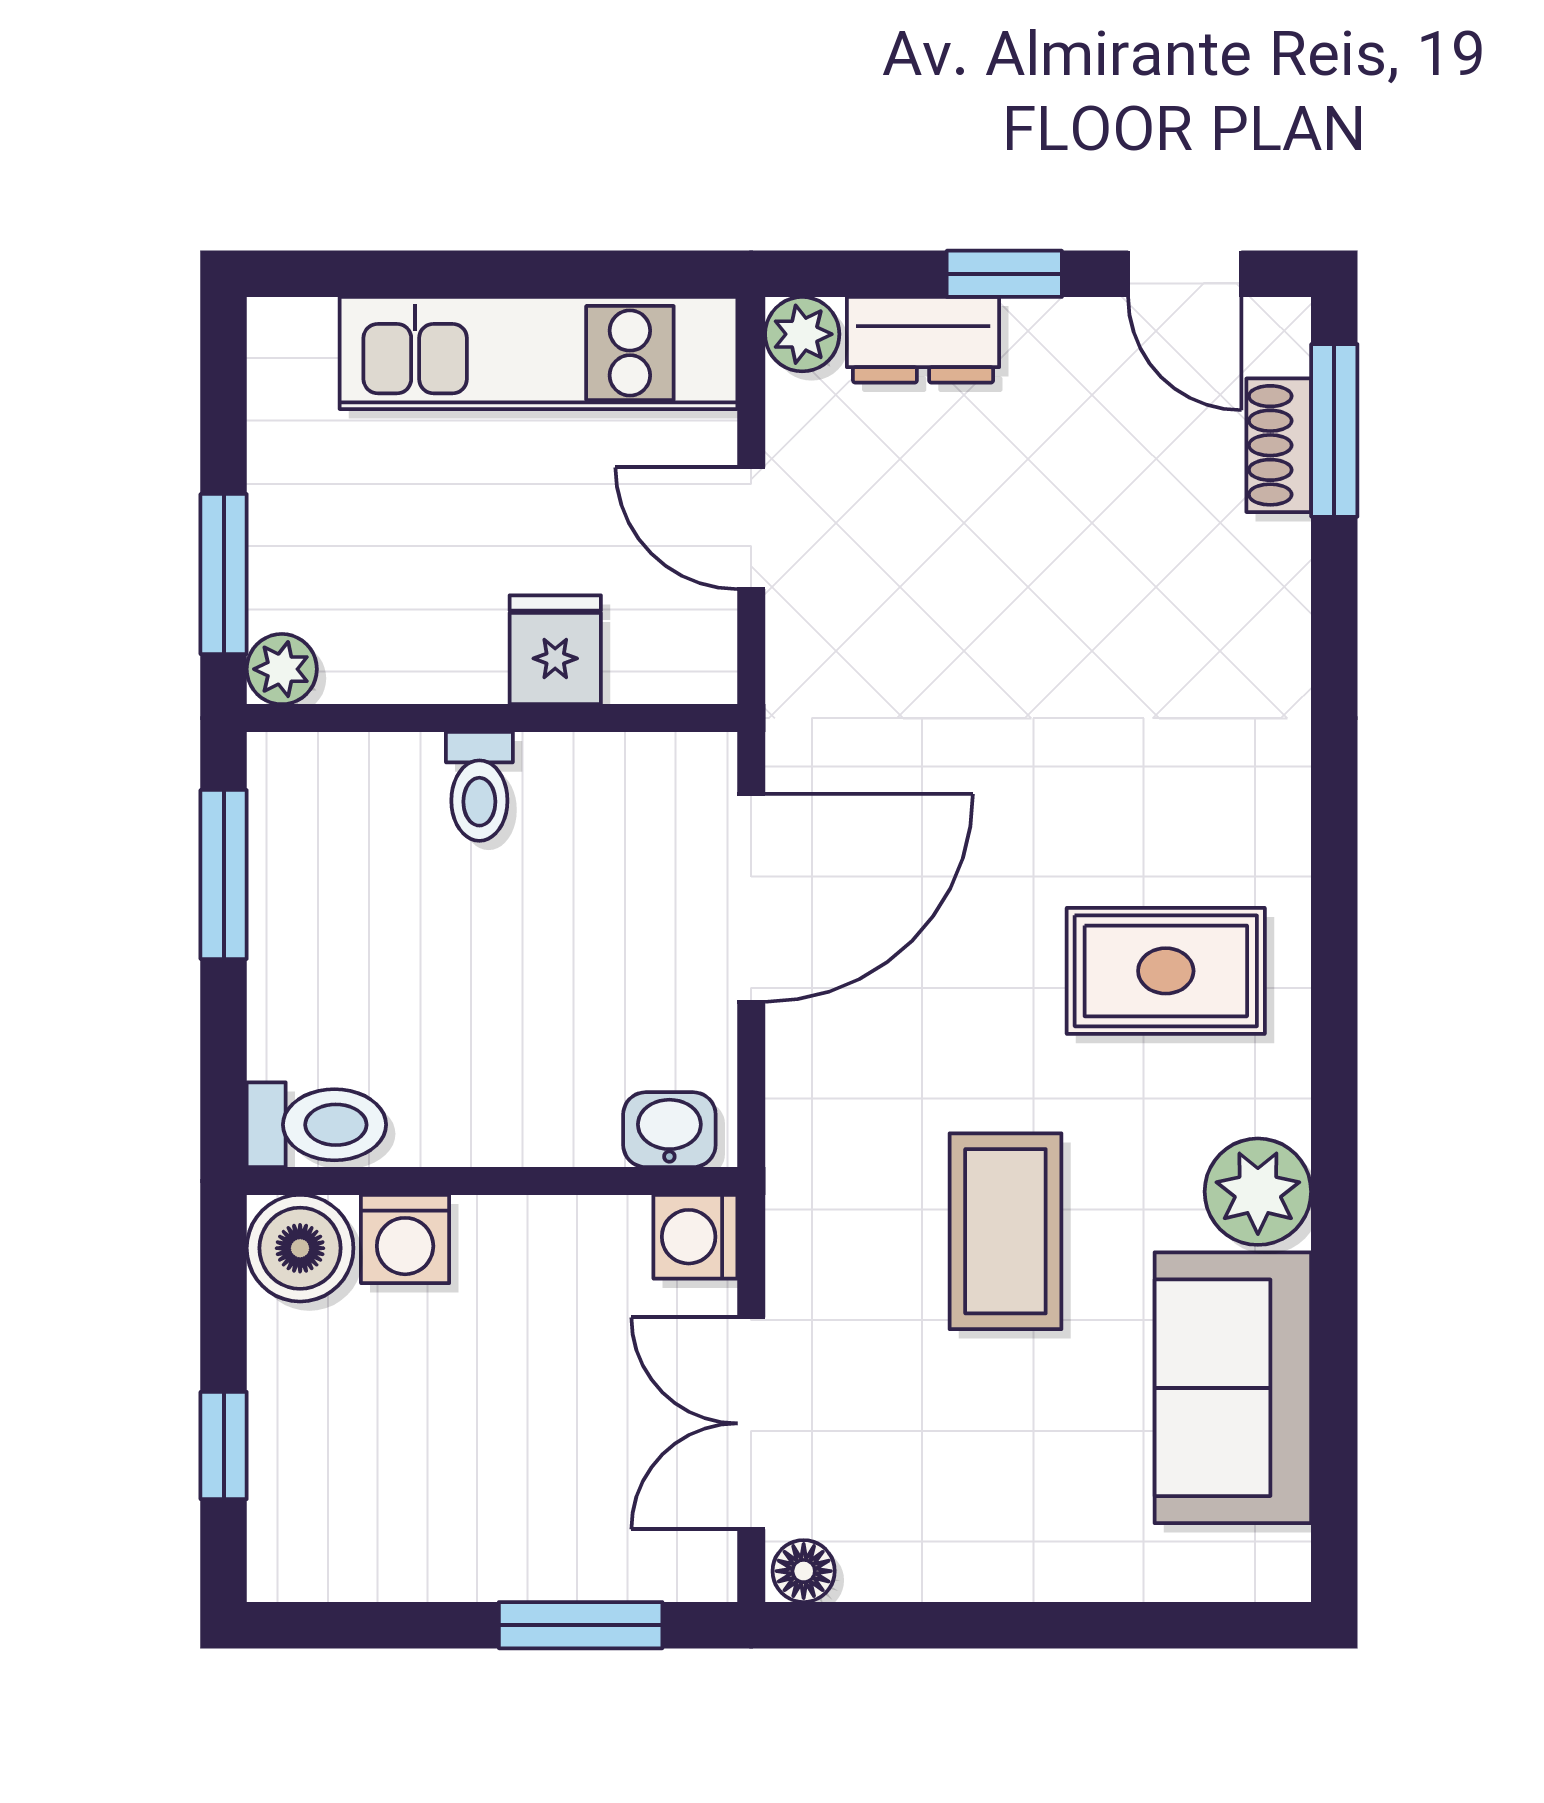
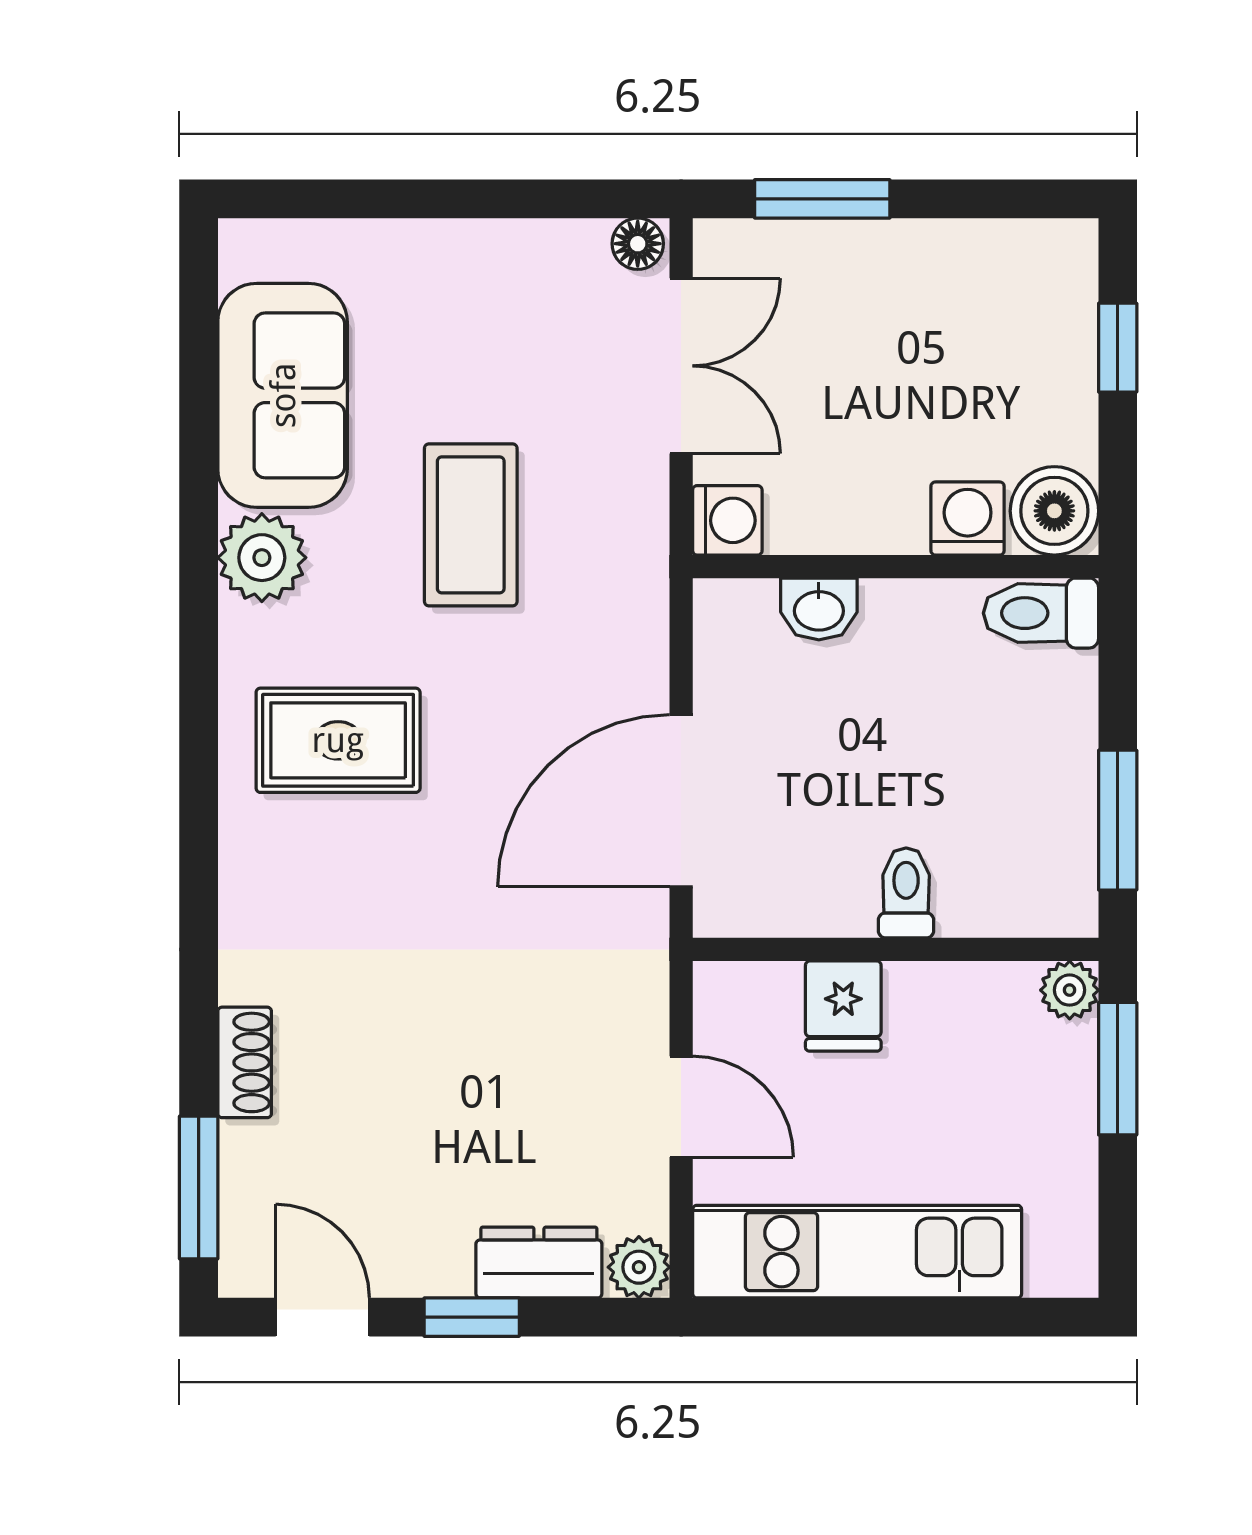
shoe rack: (1279, 445) -> (245, 1062), moved
washbasin: (669, 1130) -> (819, 609), moved

